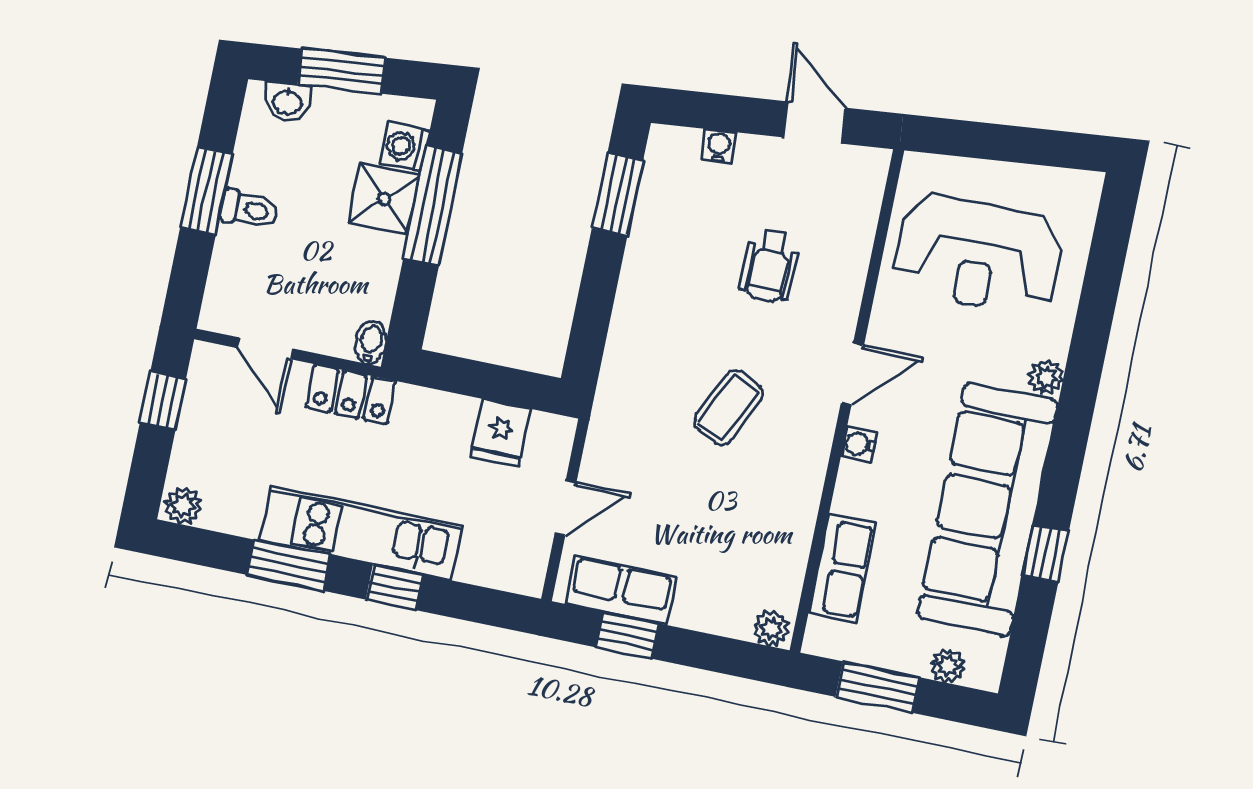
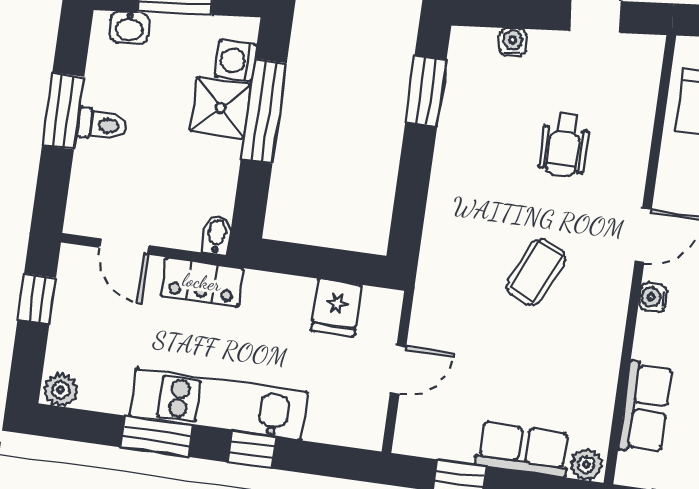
row of seats: (621, 590) -> (523, 449), moved

